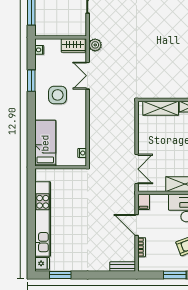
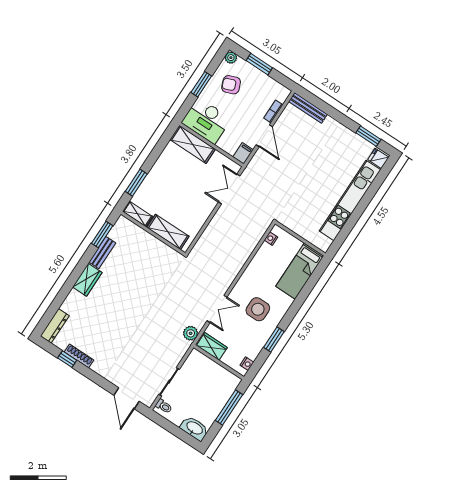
bench: (123, 266) -> (308, 108), width x1.36

